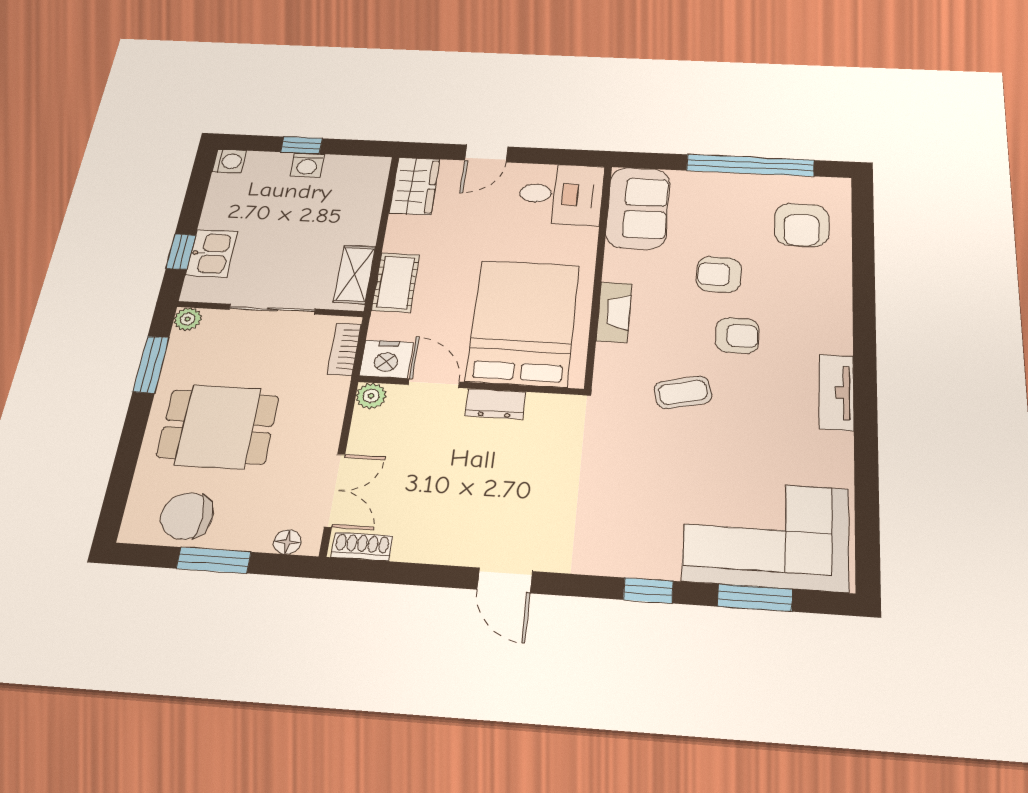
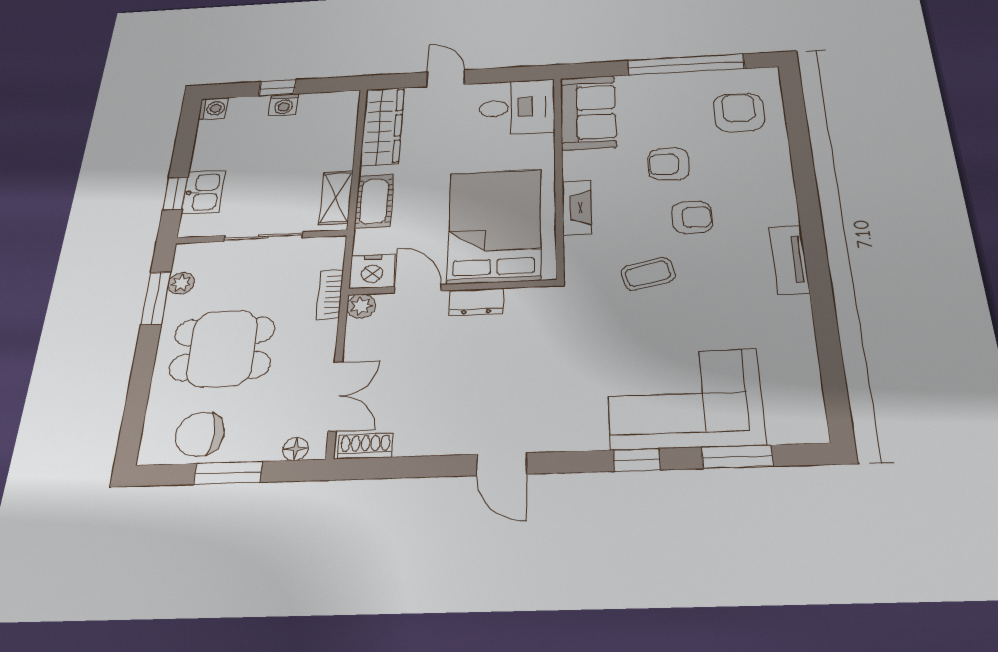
door: (486, 153) -> (446, 78), swing flipped
wardrobe: (415, 186) -> (382, 126), width x1.50
armchair: (802, 225) -> (739, 112), turned 180
plant: (188, 319) -> (181, 283), moved
bookcase: (344, 349) -> (330, 295), moved
corner sofa: (766, 535) -> (685, 399), moved

